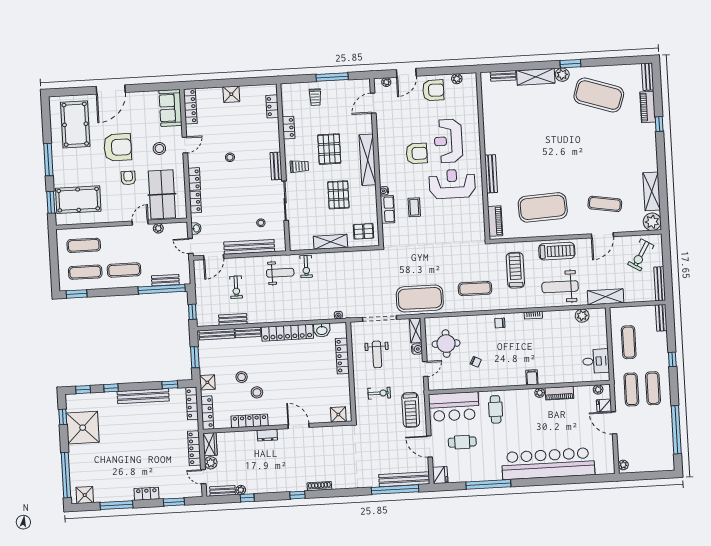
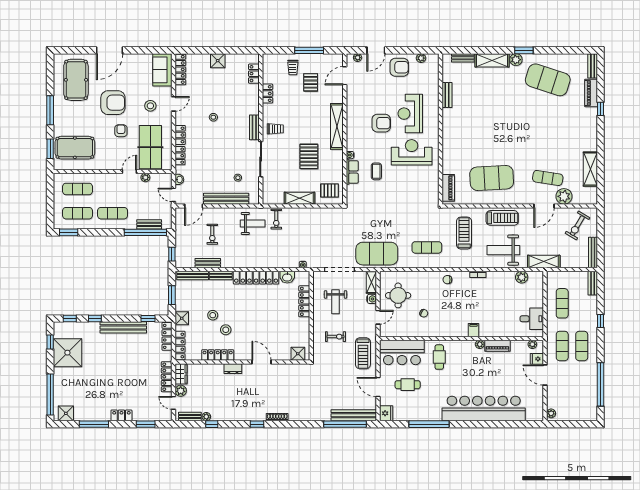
pallet: (329, 149) -> (311, 82), moved, width x0.67, depth x0.71
bench: (491, 174) -> (447, 95), moved, width x0.73
plant: (652, 222) -> (564, 196), moved

